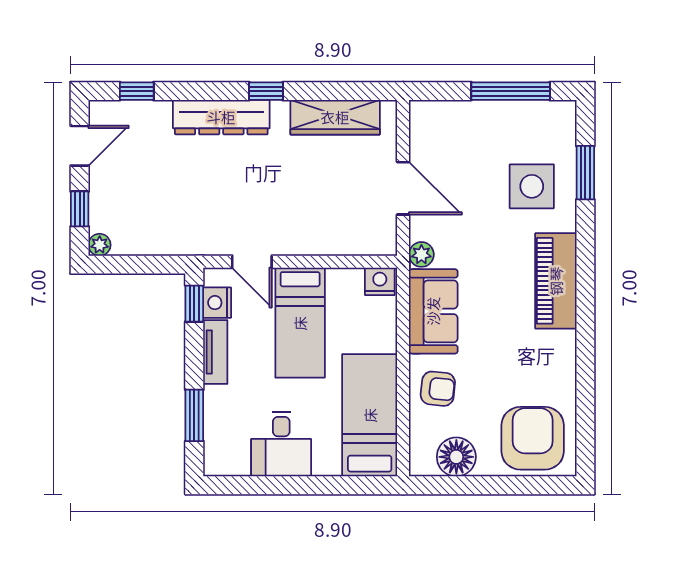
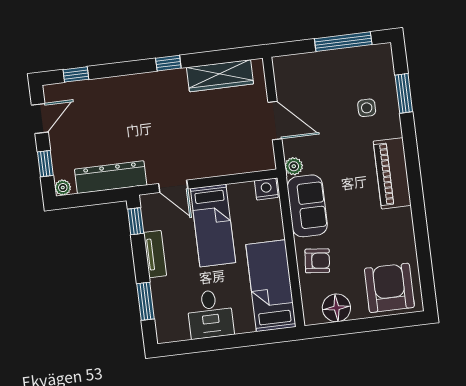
dresser: (221, 117) -> (111, 177), moved, turned 180
side table: (532, 186) -> (367, 108), width x0.54, depth x0.54
nightstand: (217, 303) -> (152, 219), removed

